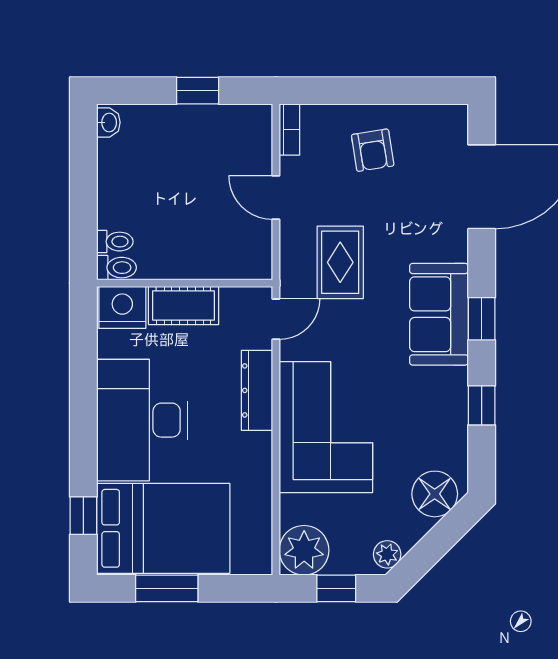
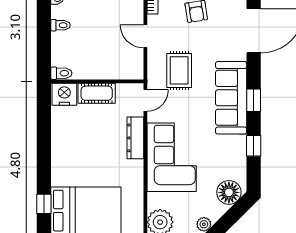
toilet: (115, 242) -> (60, 25), moved
sofa: (439, 314) -> (231, 98), width x1.36
desk: (142, 420) -> (75, 154), removed

